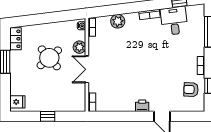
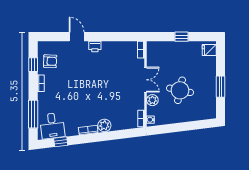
plant: (118, 21) -> (104, 125), moved
desk: (174, 21) -> (52, 126), moved
locker: (16, 39) -> (211, 108), removed
round table: (49, 58) -> (180, 90), turned -37

